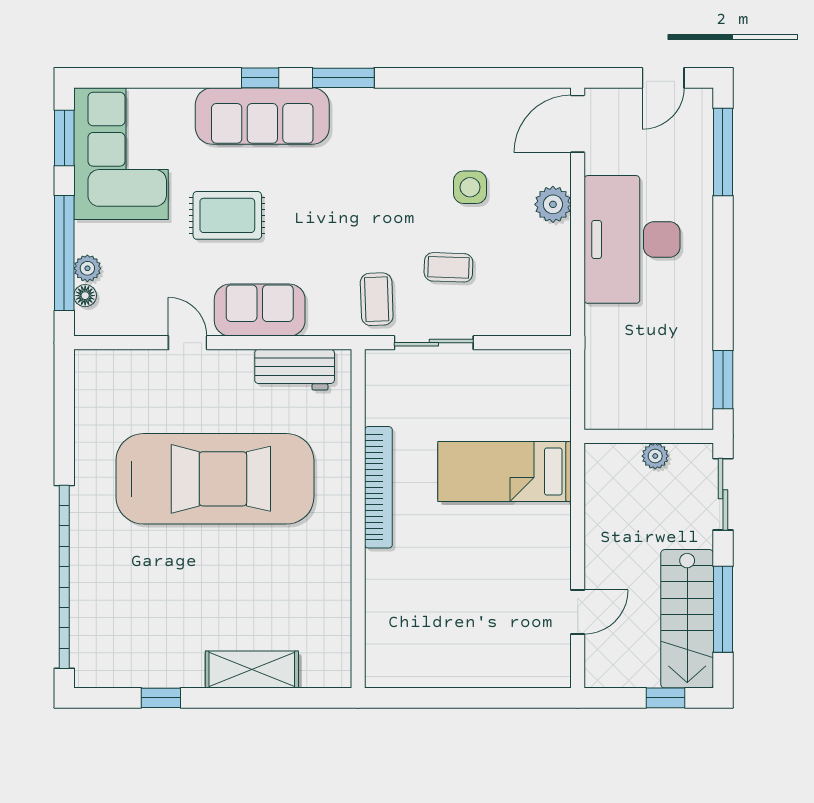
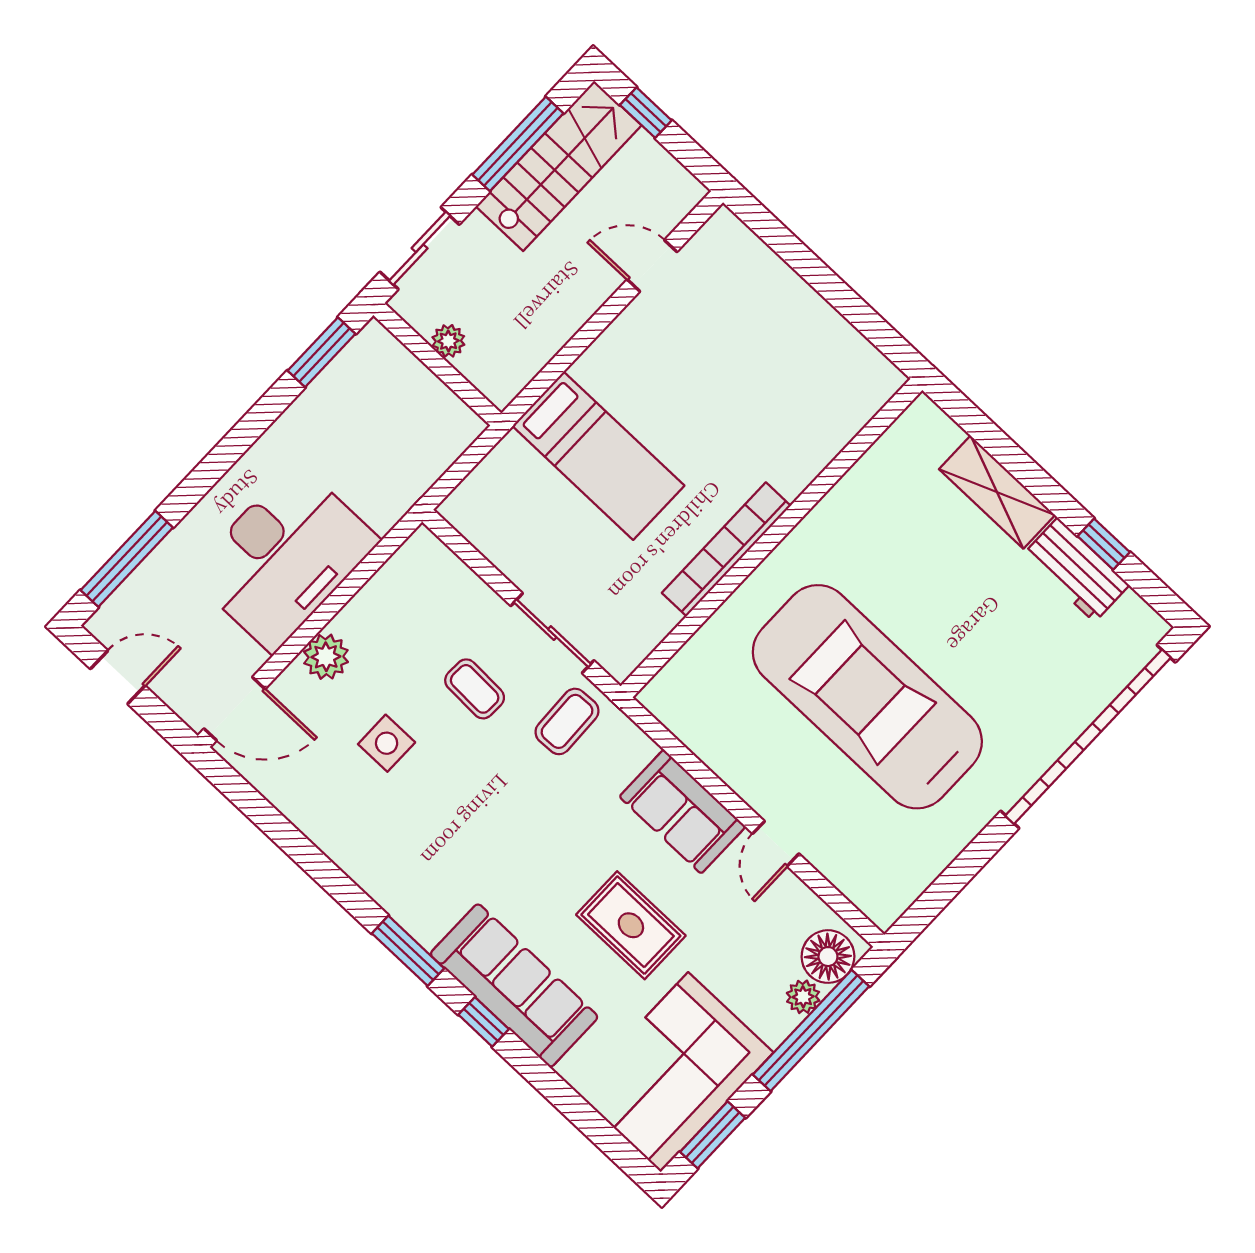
floor lamp: (85, 296) -> (828, 957), width x1.89, depth x1.89
workbench: (295, 370) -> (1076, 570), moved, turned 180

